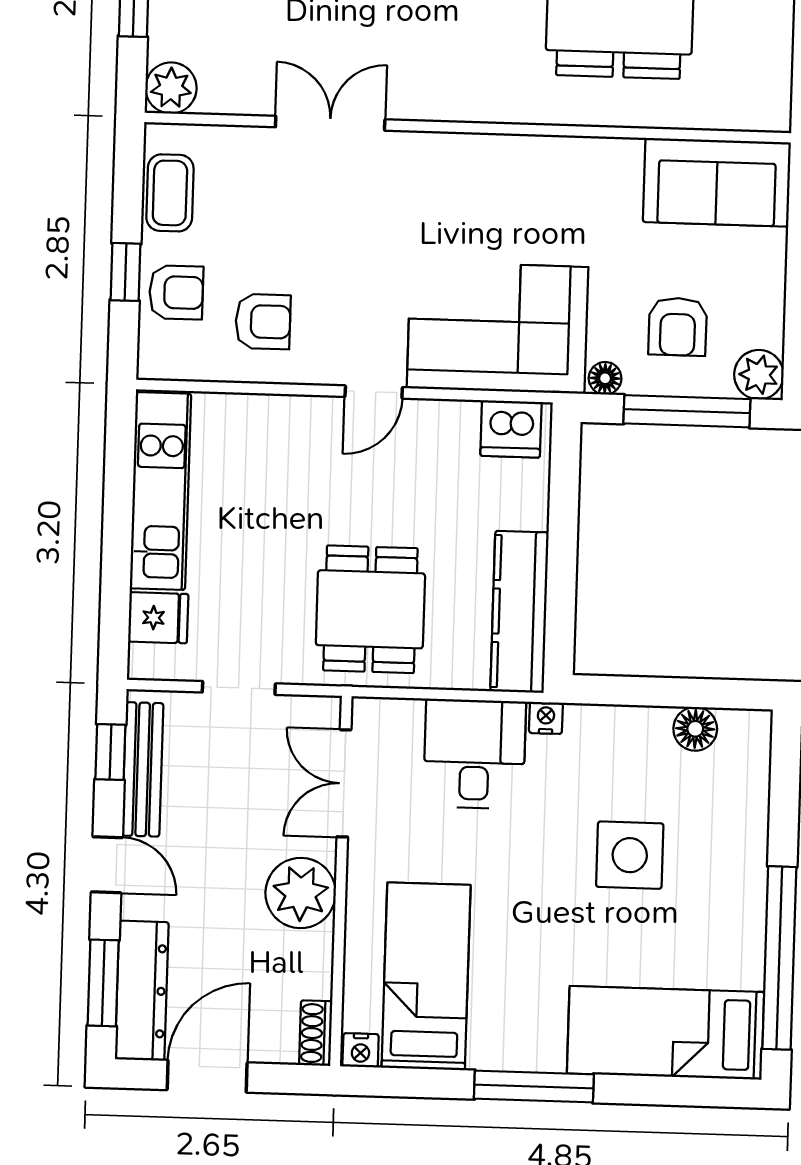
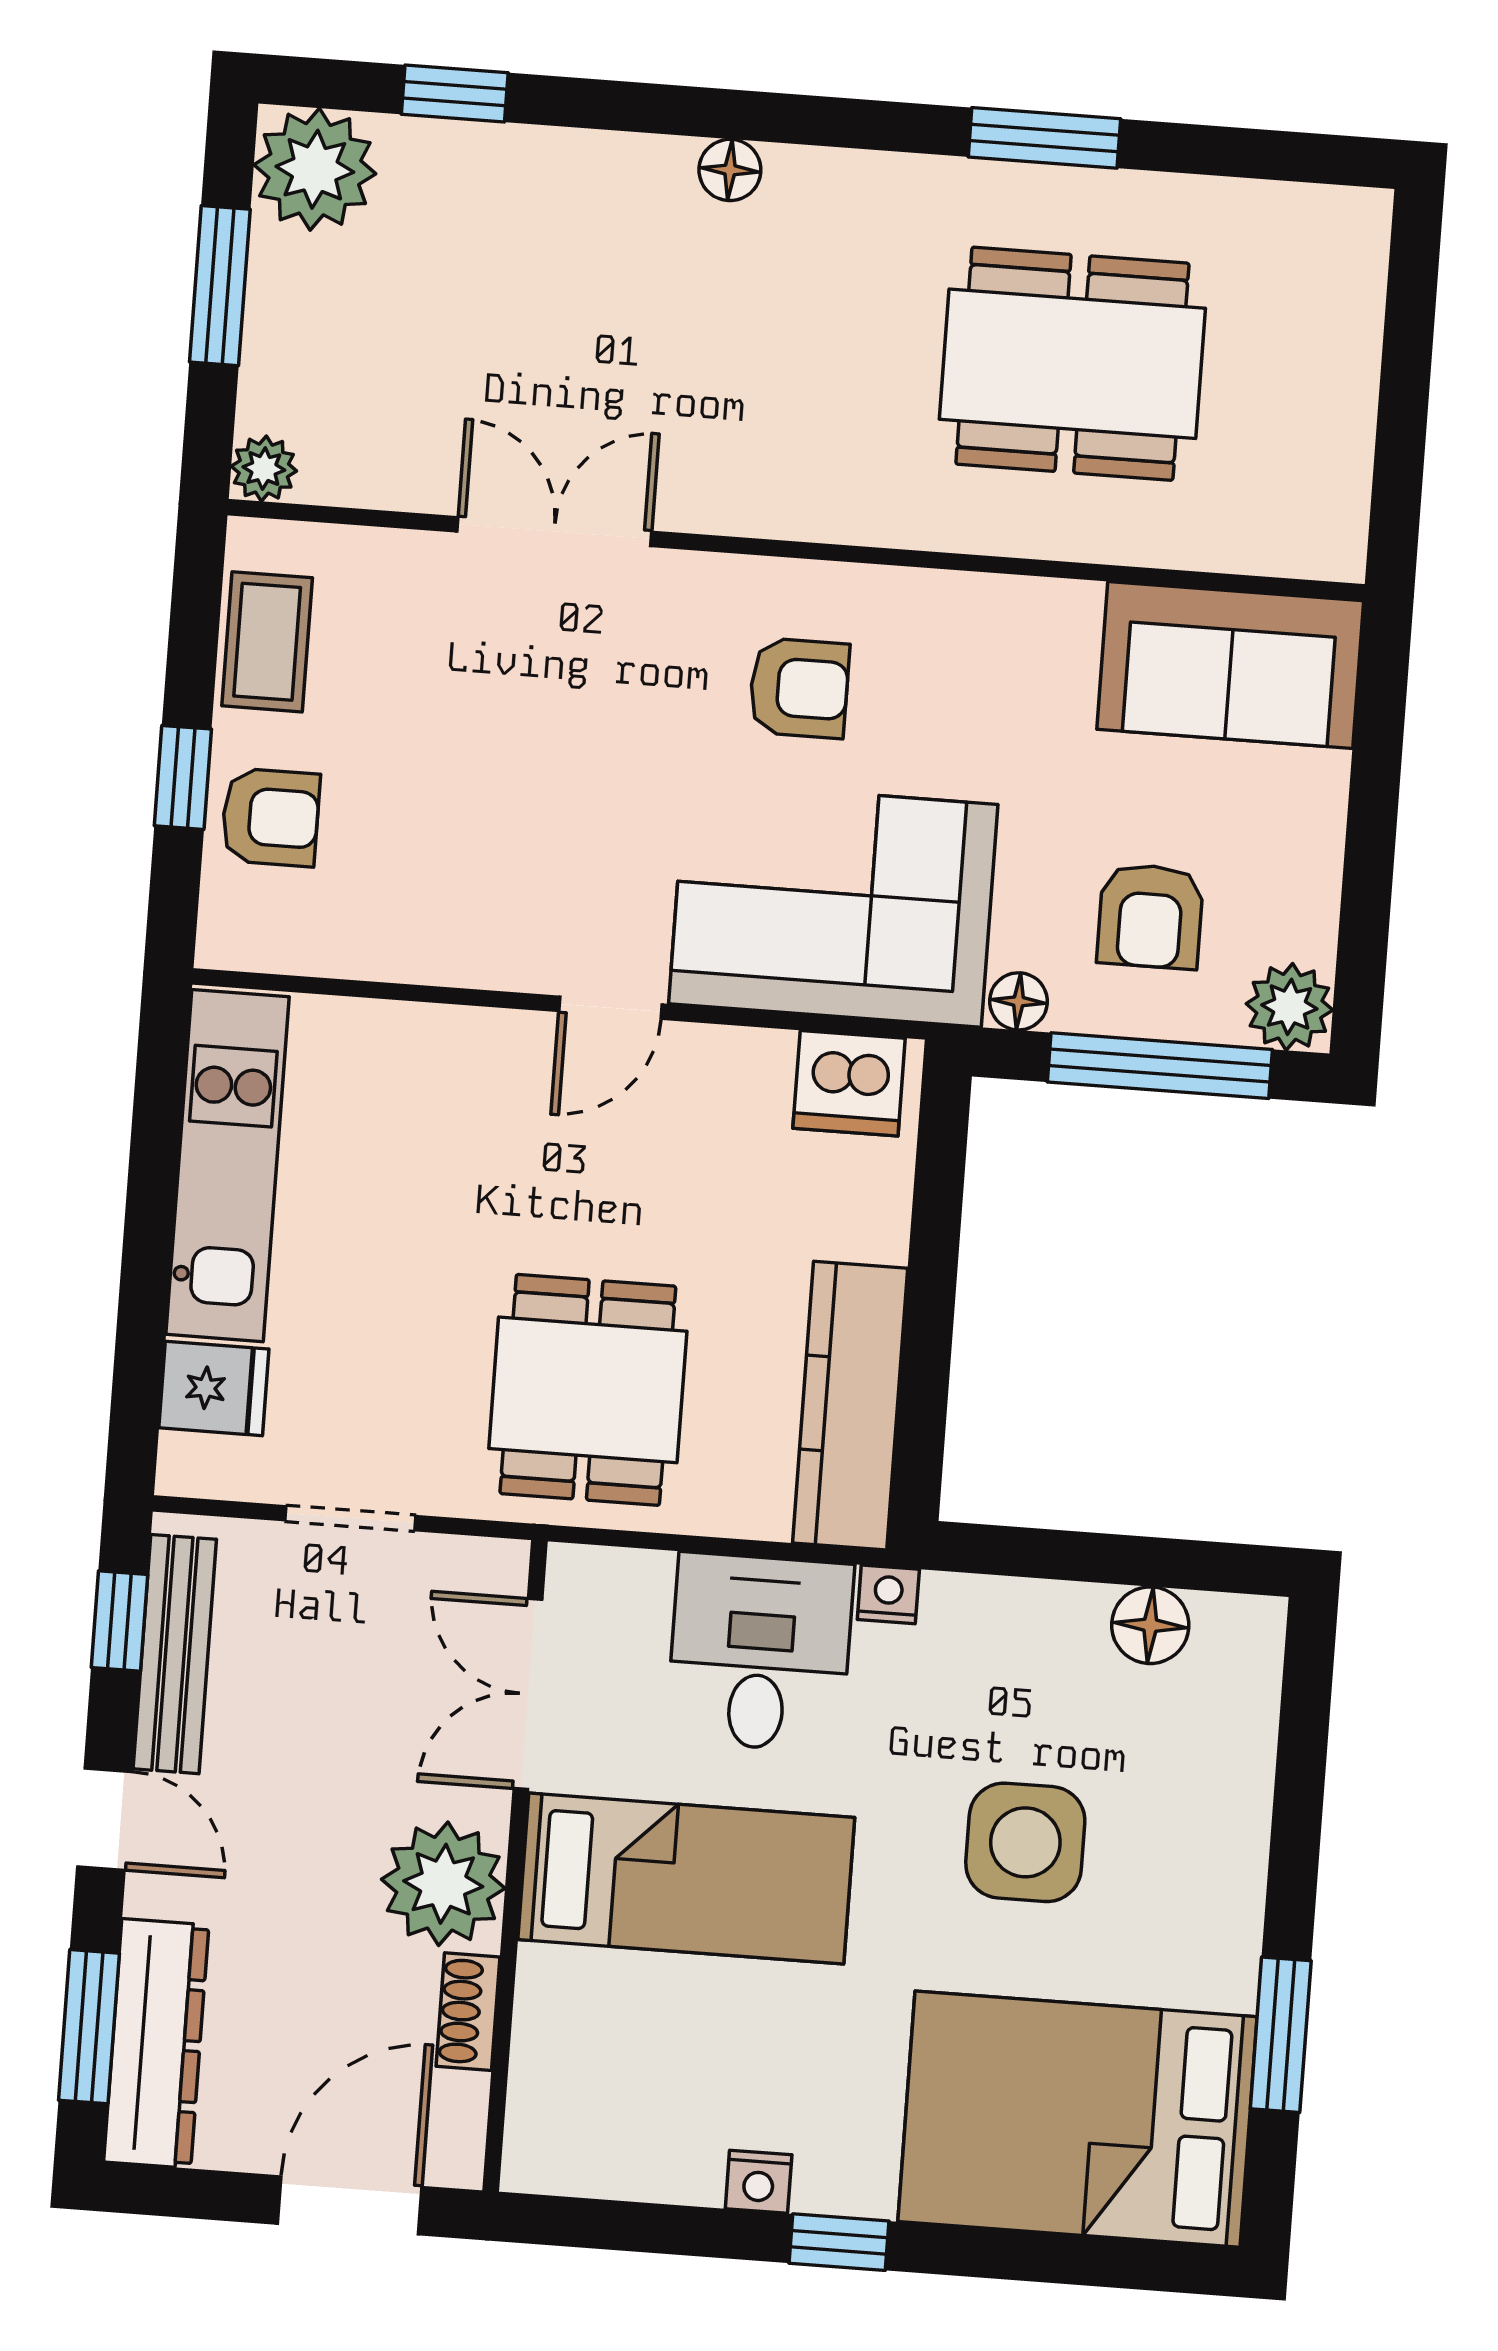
plant: (171, 88) -> (264, 469), width x0.73, depth x0.73
armchair: (263, 322) -> (799, 688), moved
window: (779, 958) -> (1281, 2035), width x0.47
bed: (426, 976) -> (686, 1878), moved, turned 90
shoe rack: (316, 1033) -> (468, 2012), moved
bed: (666, 1033) -> (1078, 2119), width x1.50
nightstand: (361, 1050) -> (759, 2182), moved
door: (207, 1076) -> (350, 2205), moved
window: (534, 1087) -> (839, 2242), width x0.46

